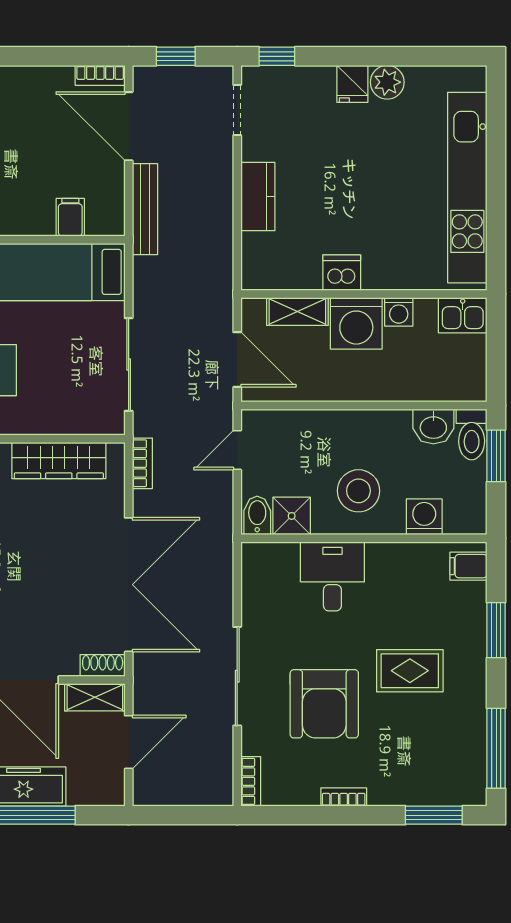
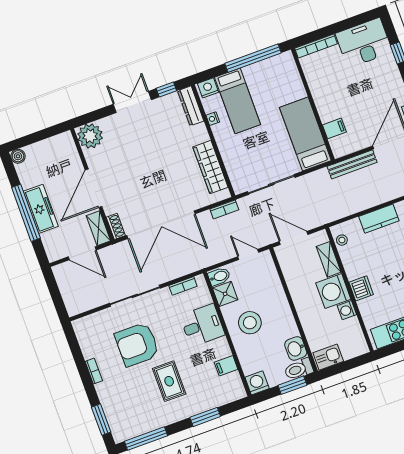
dishwasher: (342, 273) -> (361, 288), moved
stool: (272, 276) -> (342, 240), added
kitchen sink: (463, 315) -> (328, 357), moved, turned 90
door: (237, 360) -> (294, 238), swing flipped
washing machine: (424, 517) -> (257, 383), moved, turned -90
filing cabinet: (468, 566) -> (226, 366), moved, turned -90
bookcase: (251, 781) -> (183, 286), moved

